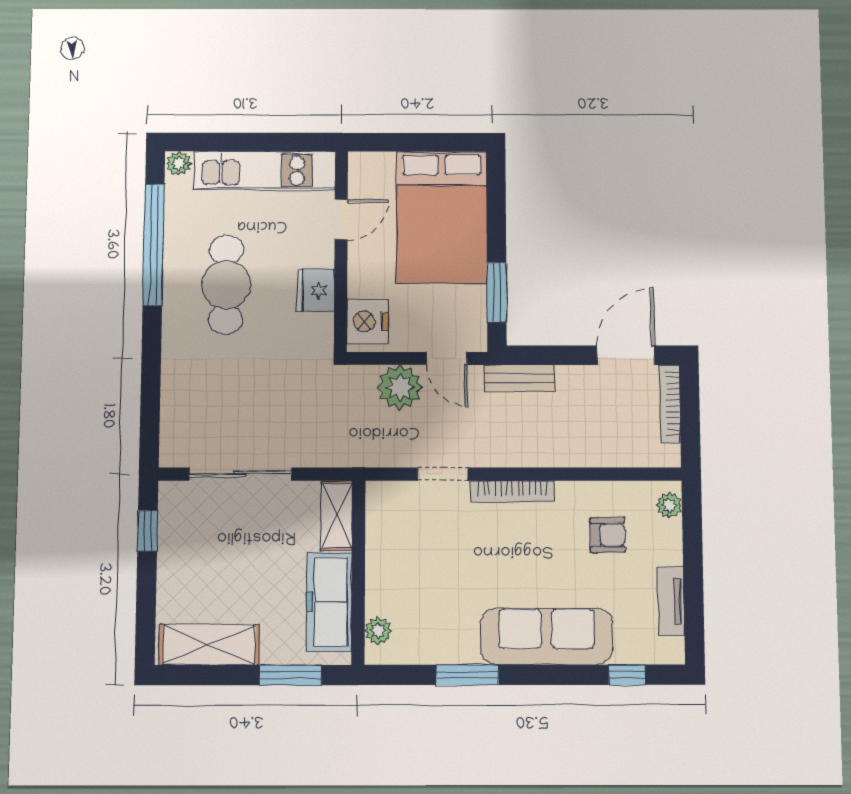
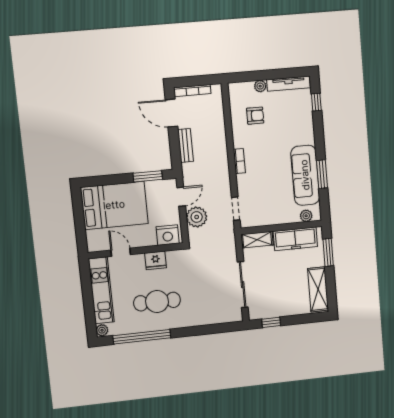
bench: (520, 378) -> (186, 145), moved
doorway: (443, 474) -> (236, 209), moved
bookcase: (512, 491) -> (239, 161), width x0.64
plant: (669, 505) -> (260, 86), moved
armchair: (608, 535) -> (255, 116), turned 91
tv unit: (671, 601) -> (289, 84), width x1.41
sofa: (547, 636) -> (305, 175), moved

